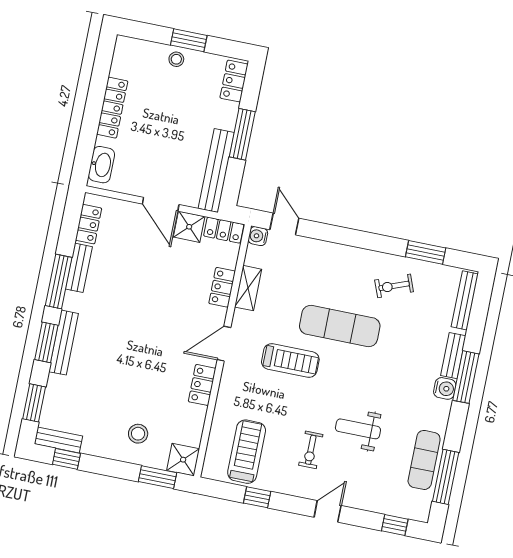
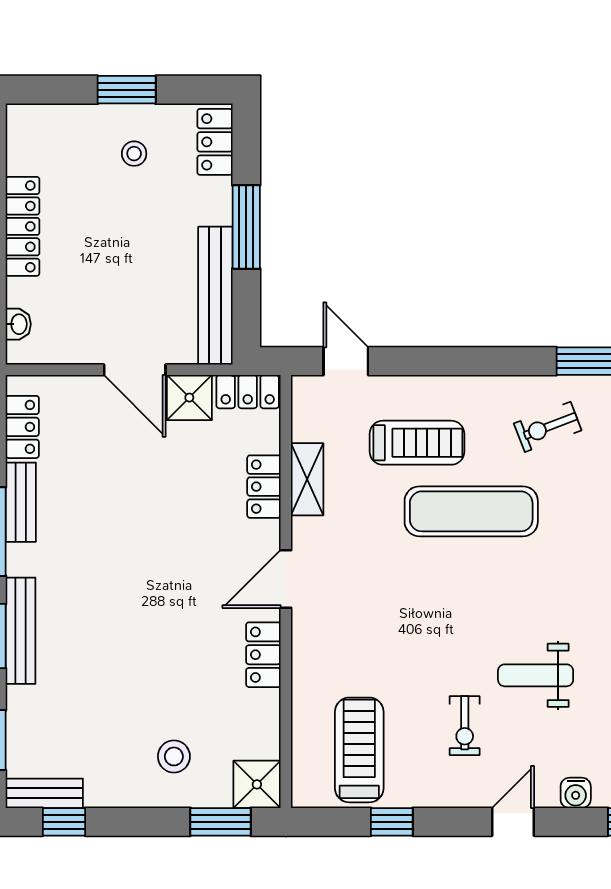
stool: (176, 59) -> (134, 154), moved
washbasin: (101, 165) -> (18, 324), width x0.52, depth x0.69
water cooler: (258, 236) -> (576, 793), moved, turned -90
treadmill: (290, 361) -> (417, 443), moved

